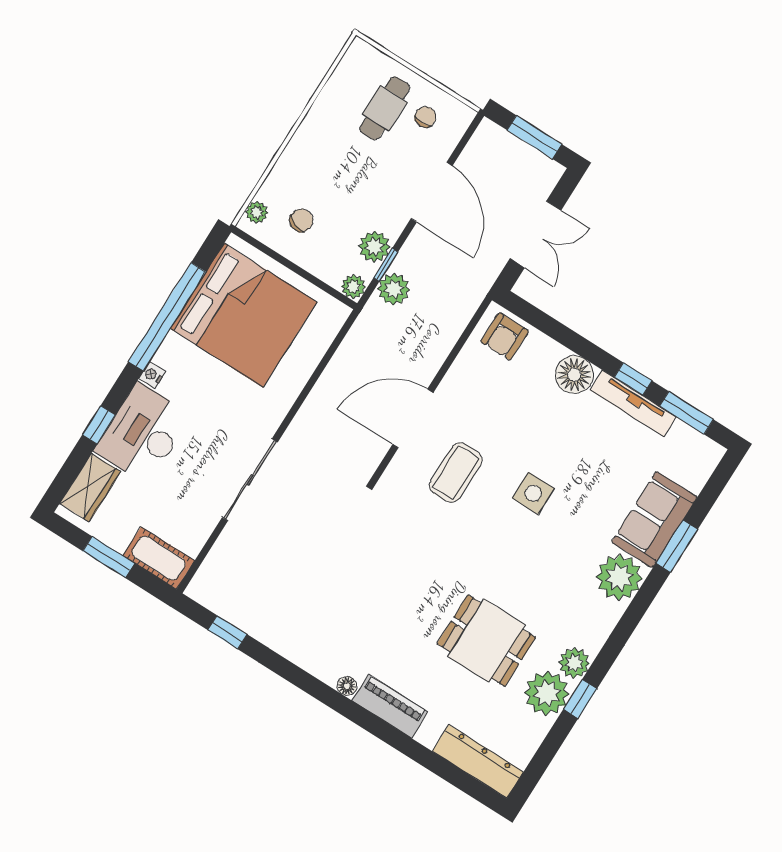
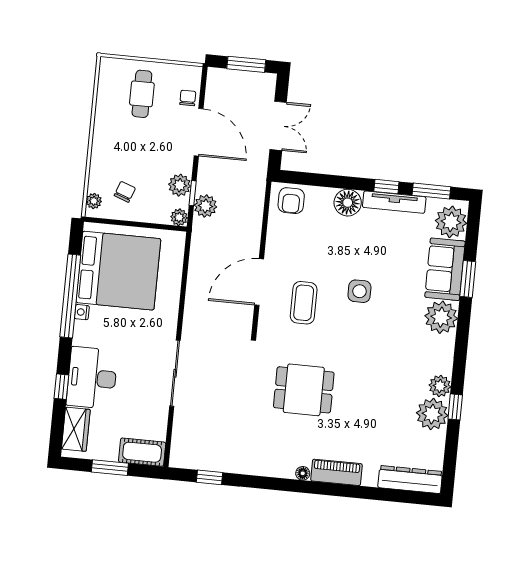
chair: (425, 117) -> (188, 98), moved
nightstand: (152, 375) -> (82, 312), moved
plant: (692, 464) -> (451, 222), added
dining table: (486, 641) -> (304, 390), moved

